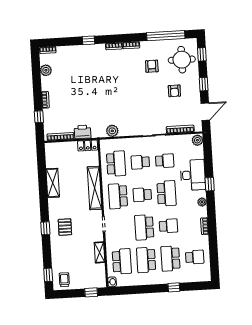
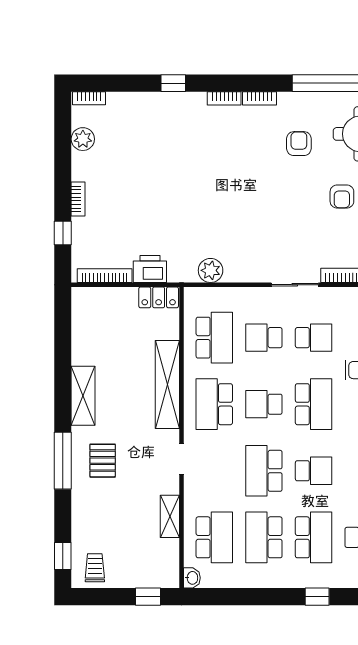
shelving: (53, 183) -> (83, 396), moved
window: (45, 228) -> (63, 461), width x2.17
school desk: (170, 258) -> (314, 537), turned 180

